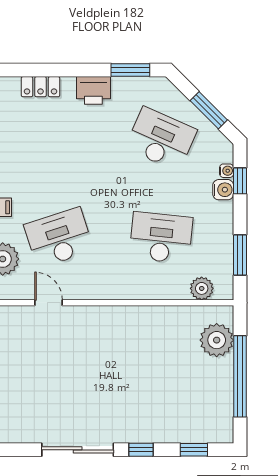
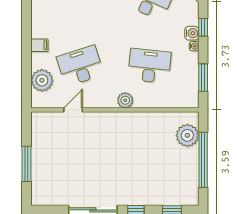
water cooler: (227, 171) -> (194, 46), moved
plant: (202, 288) -> (125, 100), moved
door: (49, 303) -> (73, 110), hinge flipped

